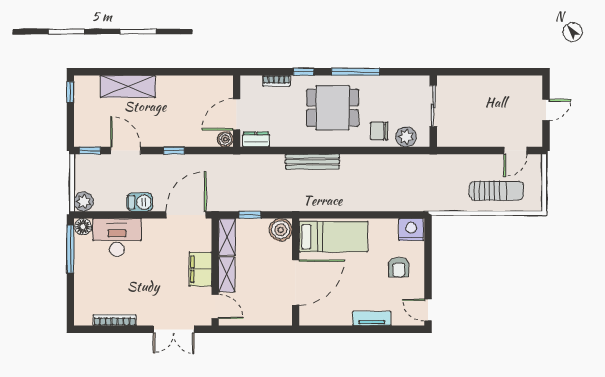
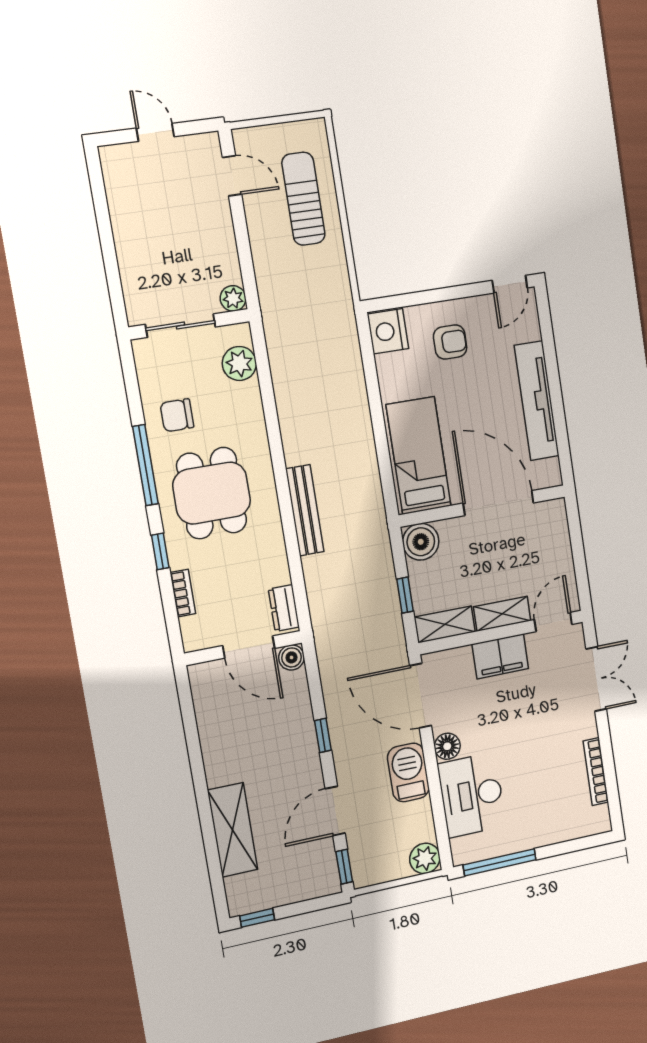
chair: (379, 131) -> (177, 415), moved, turned 90
plant: (444, 139) -> (233, 298), added
barbecue: (140, 202) -> (408, 772), width x1.38, depth x1.27
floor lamp: (83, 227) -> (447, 746), moved
tv unit: (372, 318) -> (537, 401), width x1.92, depth x1.29

